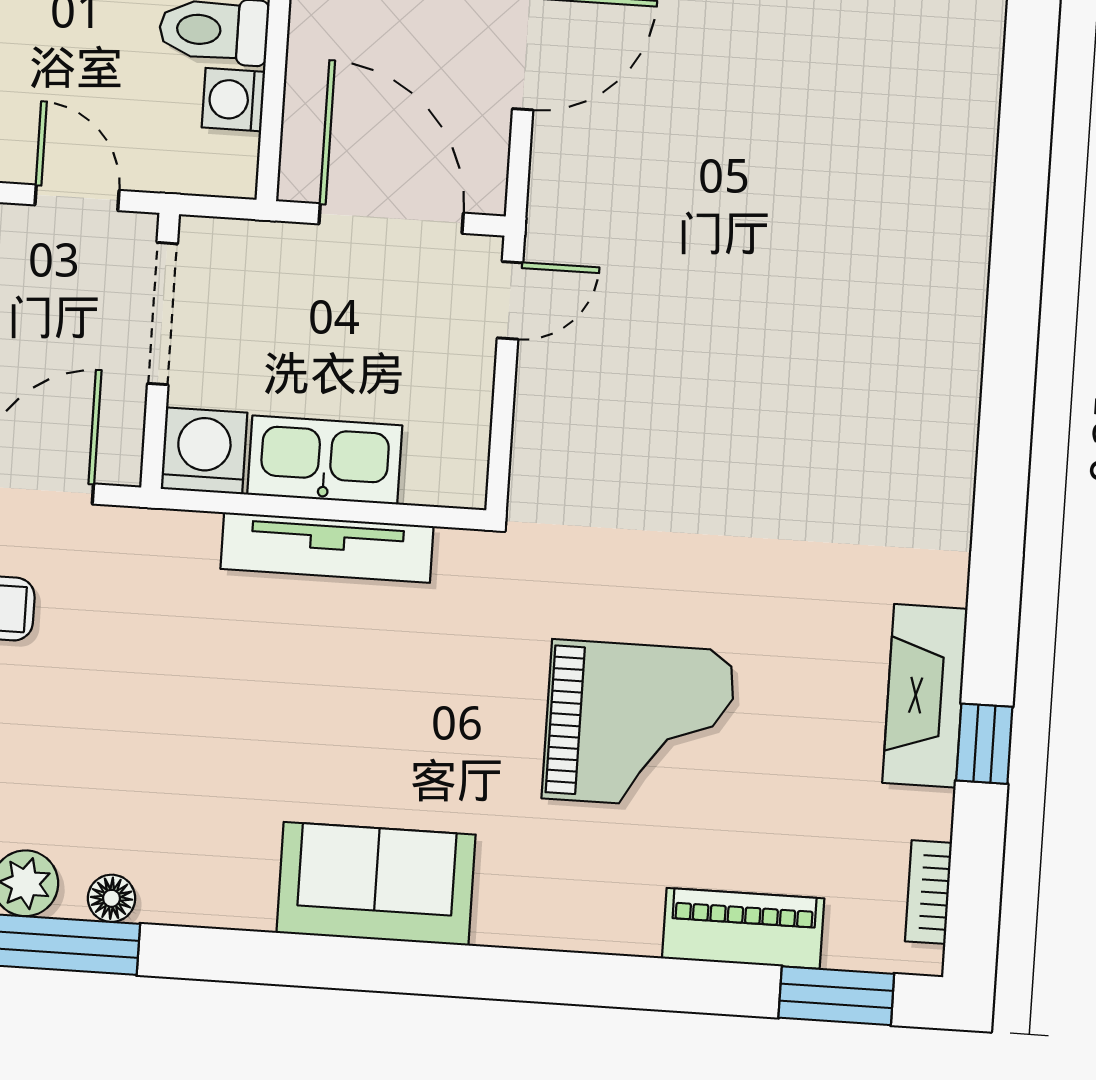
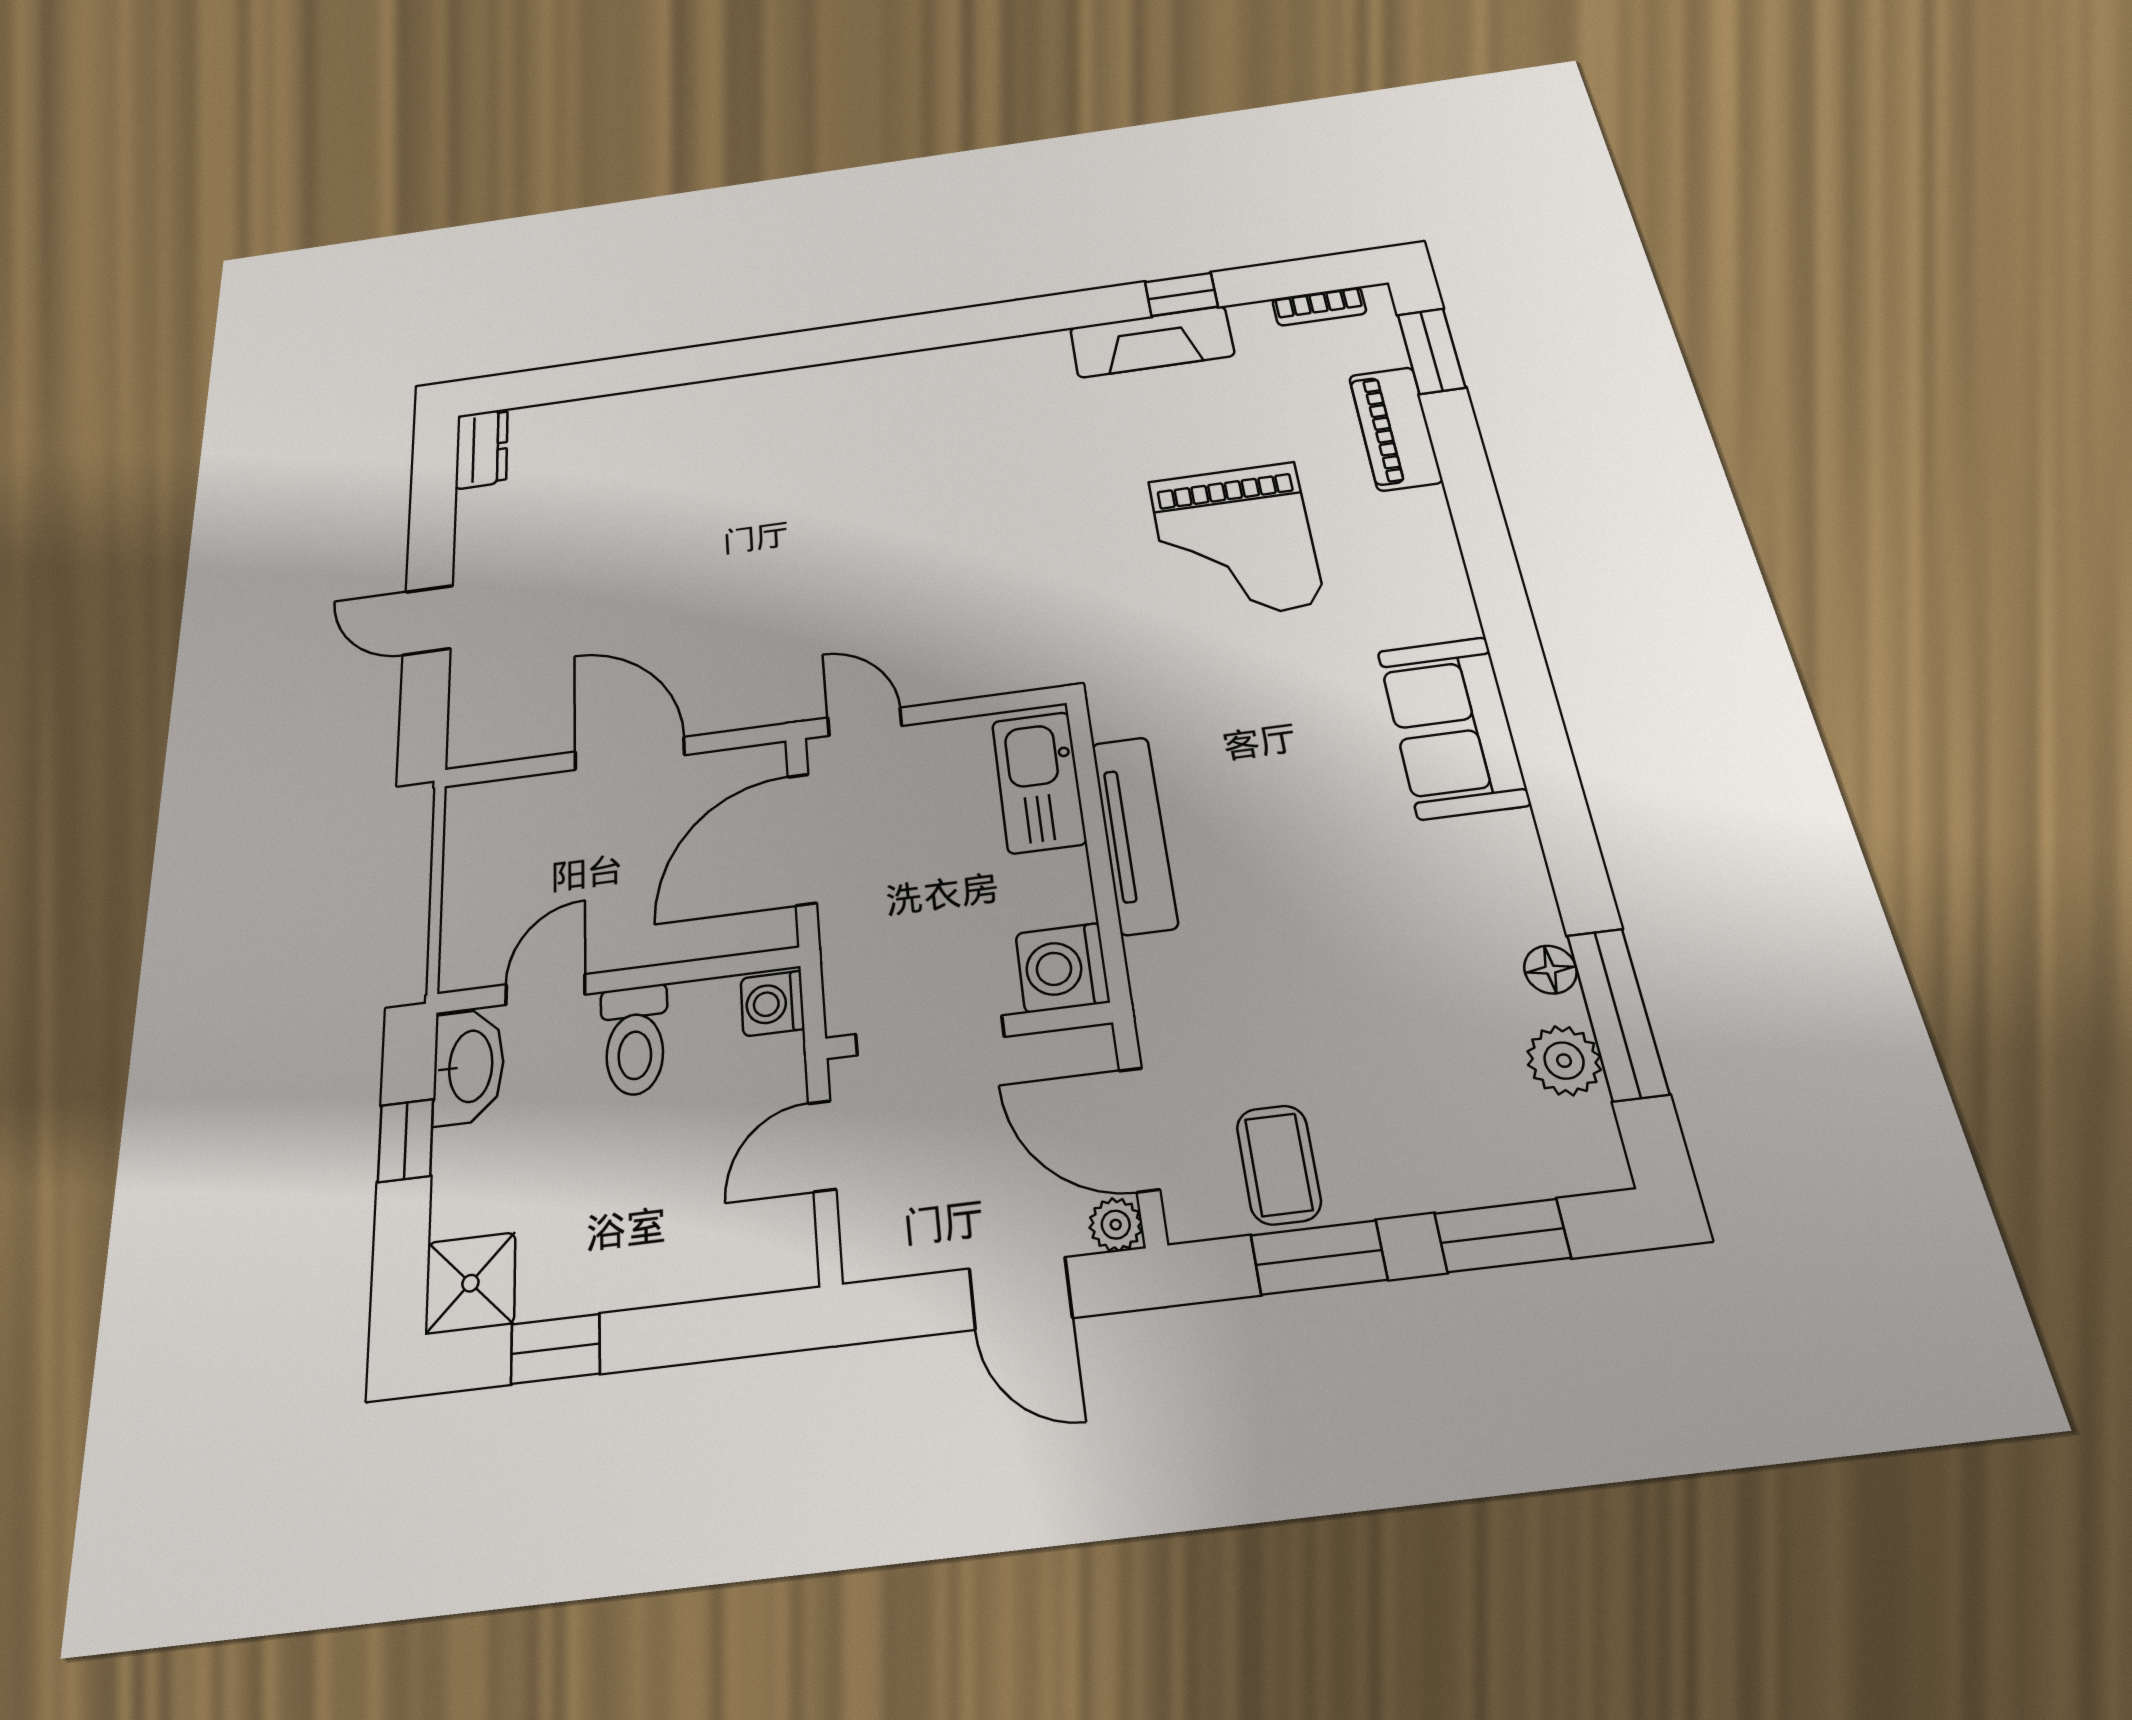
washing machine: (233, 100) -> (772, 1003), moved, turned 90
kitchen sink: (325, 460) -> (1039, 782), moved
grand piano: (639, 725) -> (1235, 542), turned 180

